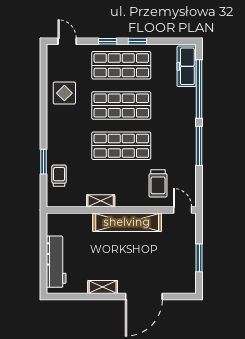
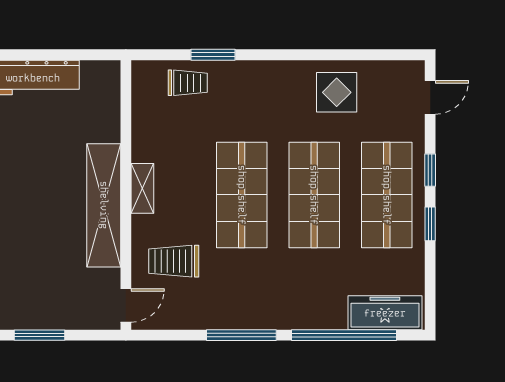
shelving: (101, 201) -> (142, 188), moved

